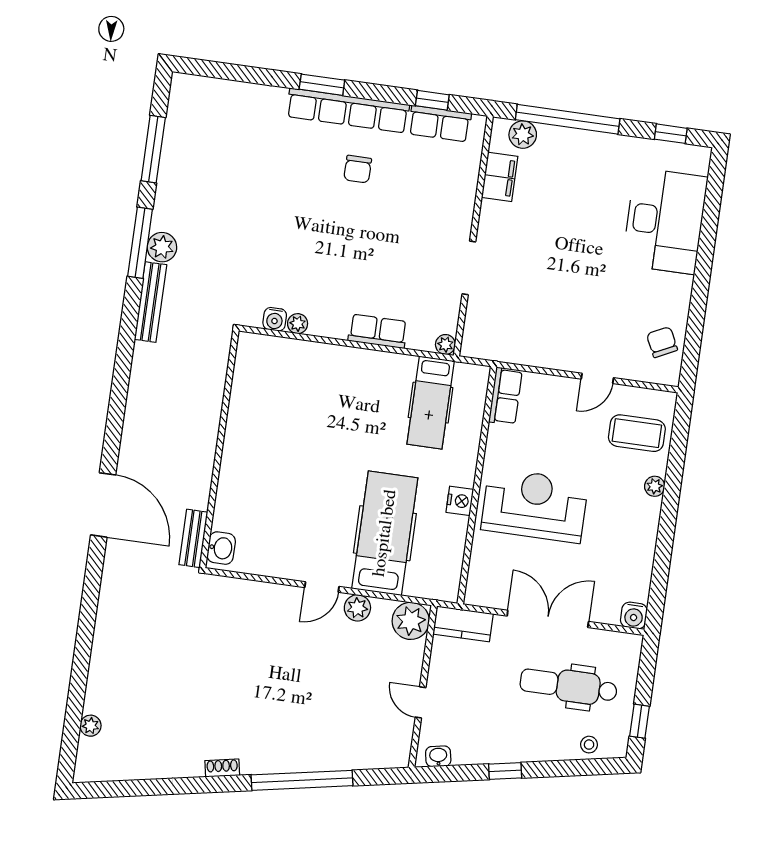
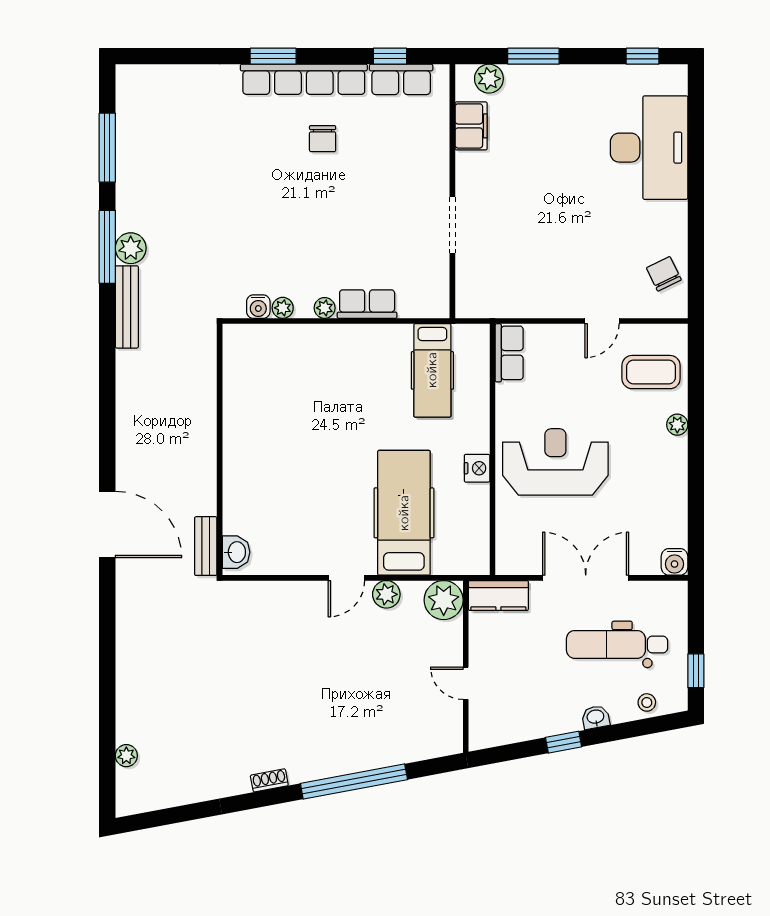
window: (568, 119) -> (533, 56), width x0.47
plant: (445, 344) -> (325, 308), moved
washbasin: (438, 756) -> (596, 717), moved

